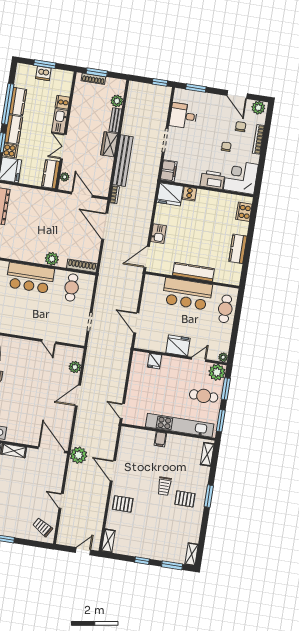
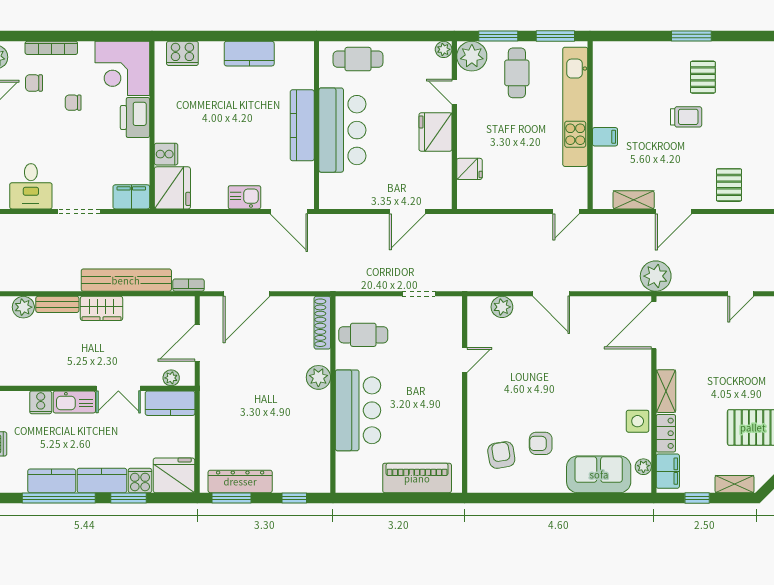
shelving: (207, 454) -> (634, 200), moved

